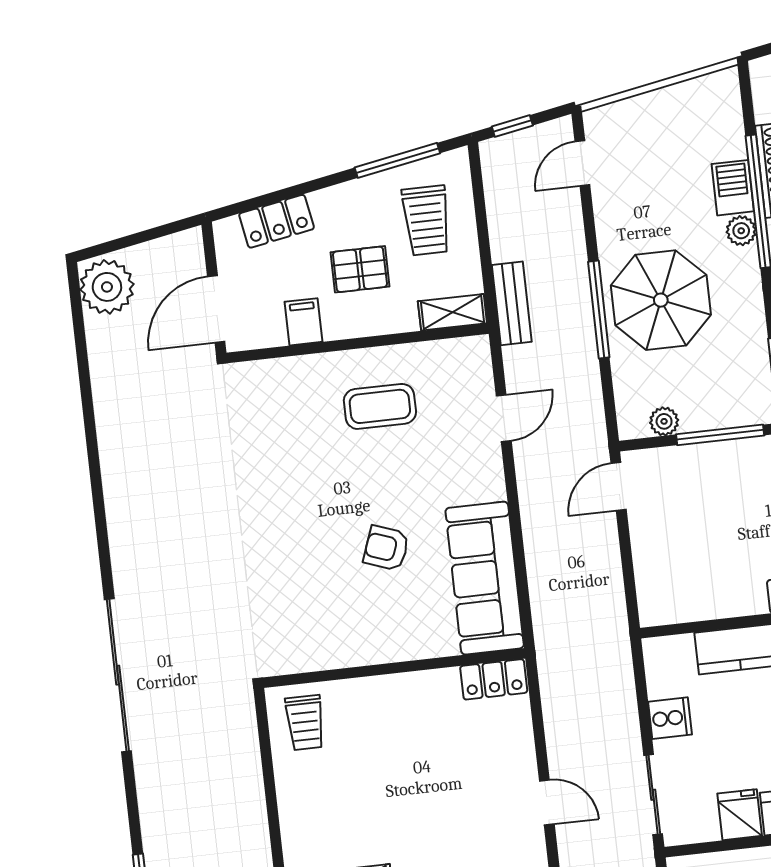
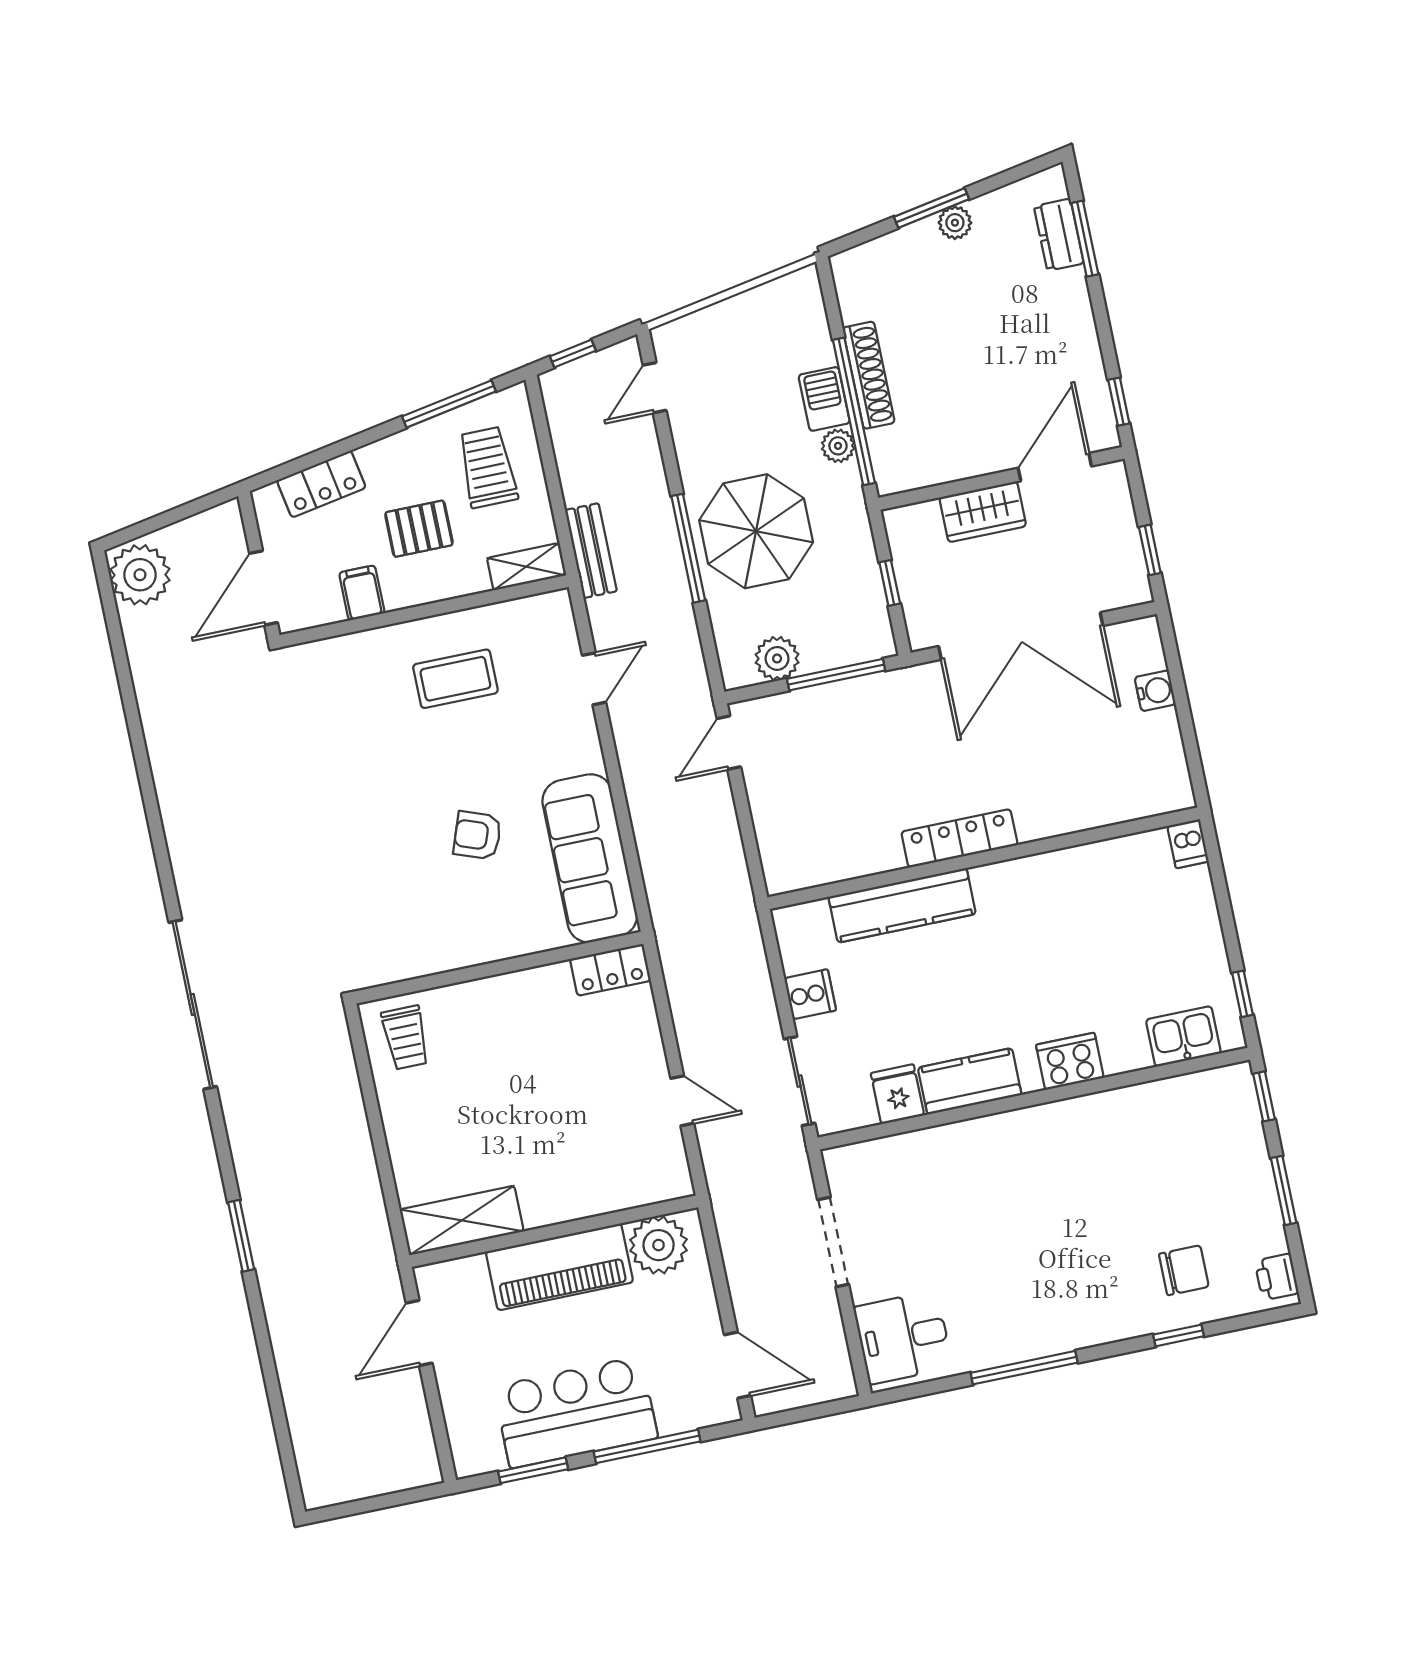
trolley: (426, 220) -> (488, 467), turned 180
plant: (664, 421) -> (777, 658), width x1.38, depth x1.38

